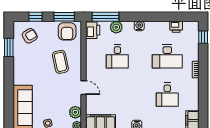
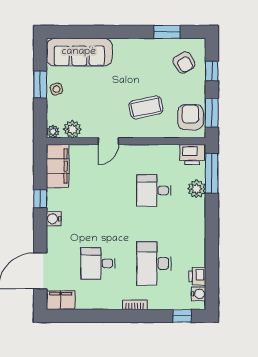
water cooler: (139, 26) -> (198, 294), moved
armchair: (67, 31) -> (190, 117), turned 90

